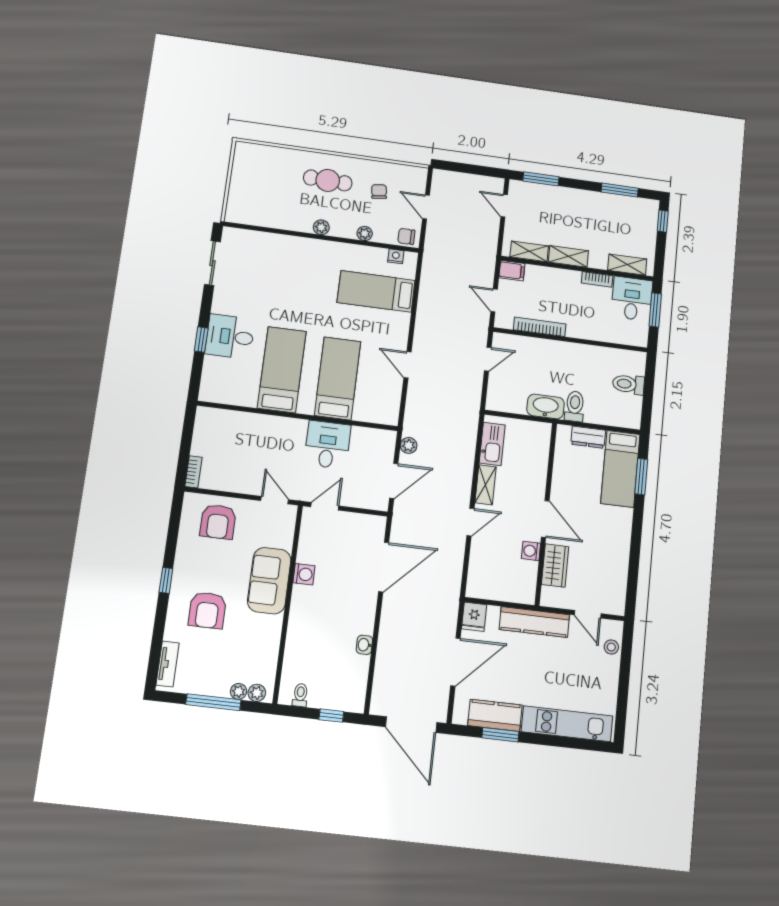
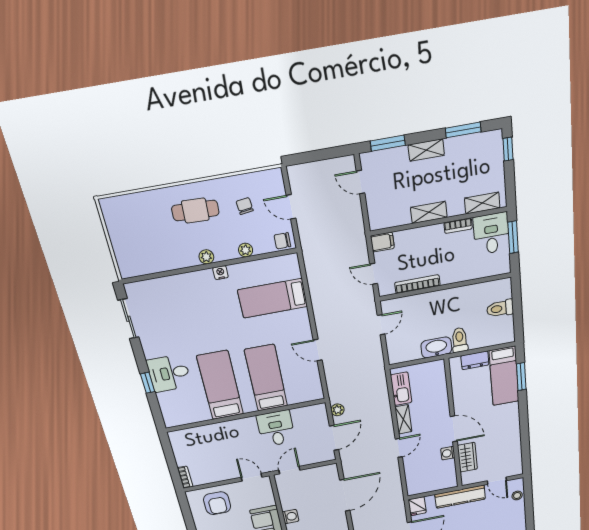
shelving: (529, 251) -> (426, 150), moved
nightstand: (396, 256) -> (220, 273), moved

